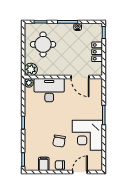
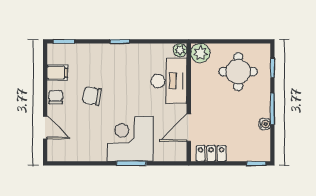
locker: (97, 52) -> (211, 153), moved
corner desk: (87, 135) -> (130, 139), moved

